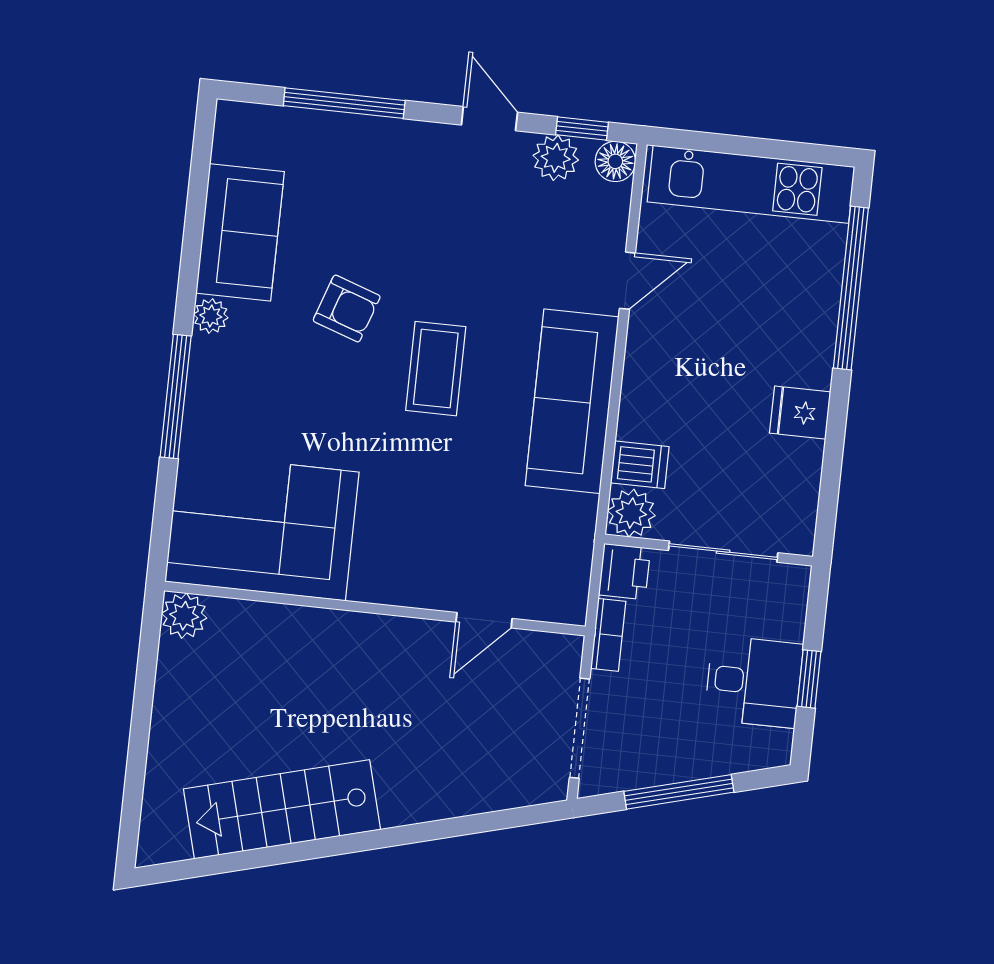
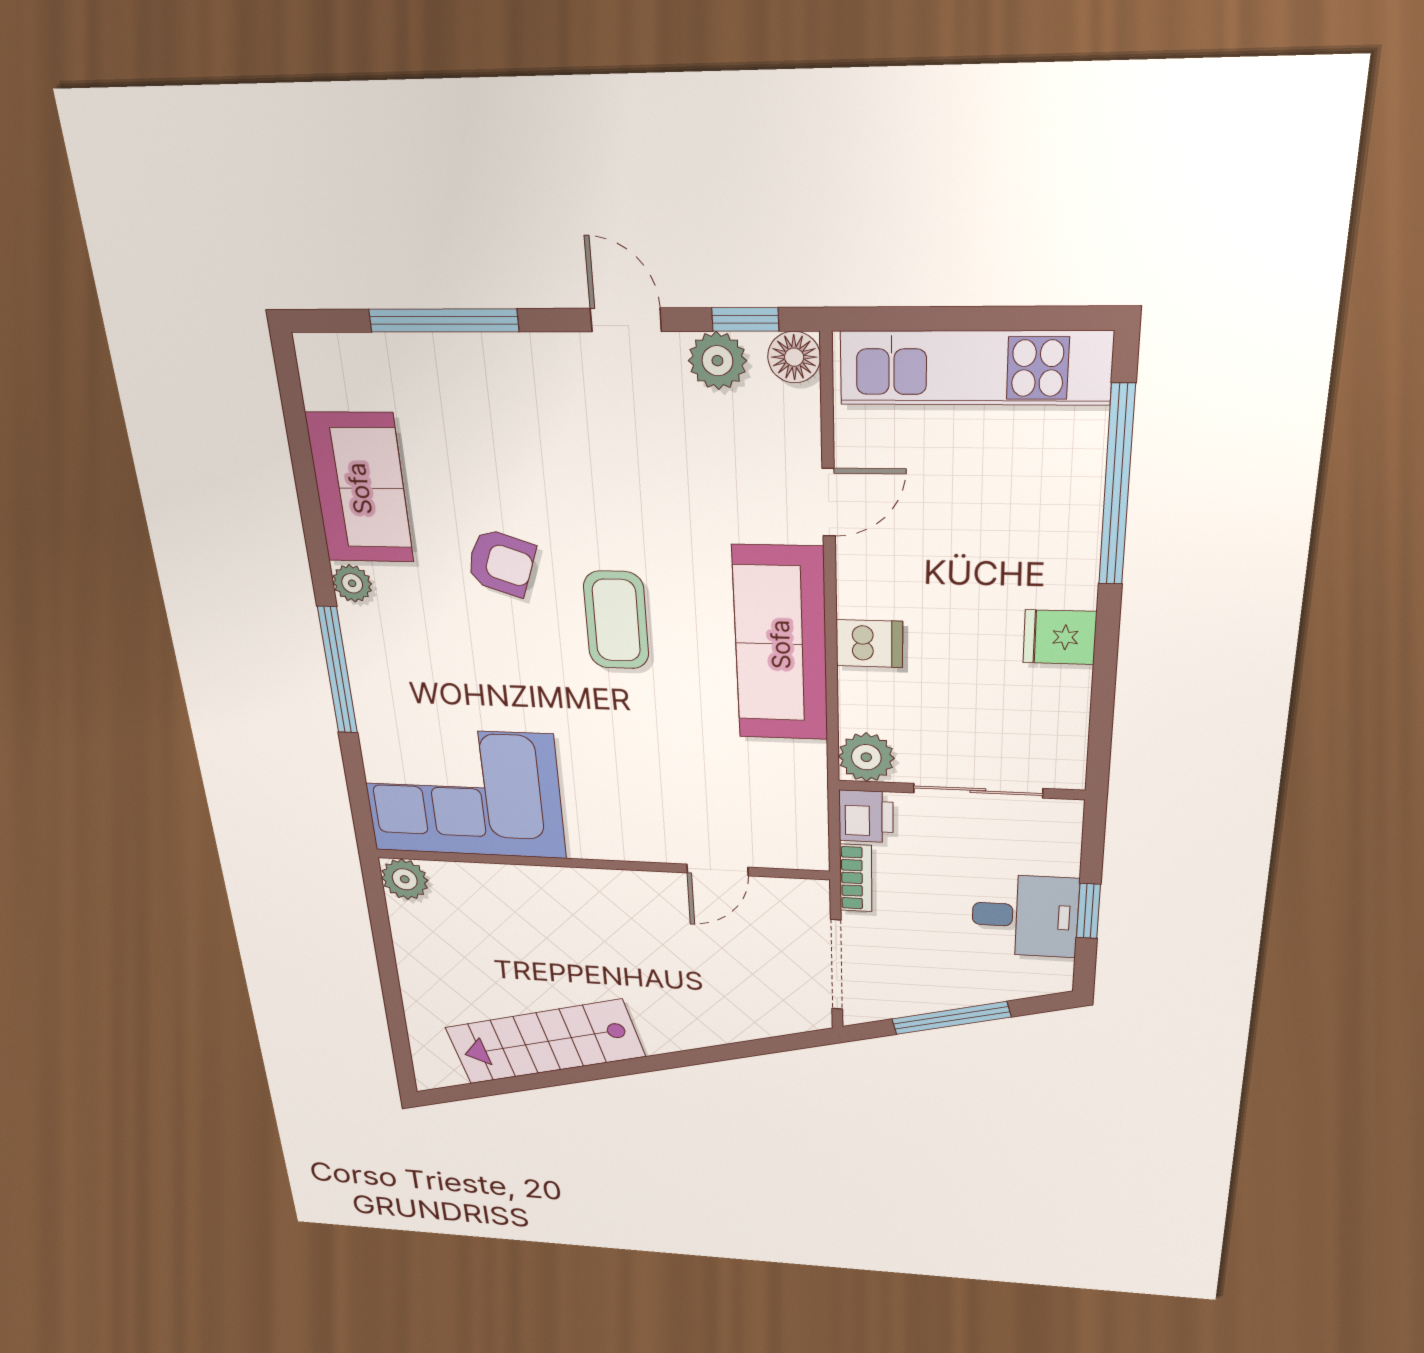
dishwasher: (640, 465) -> (869, 644), moved

